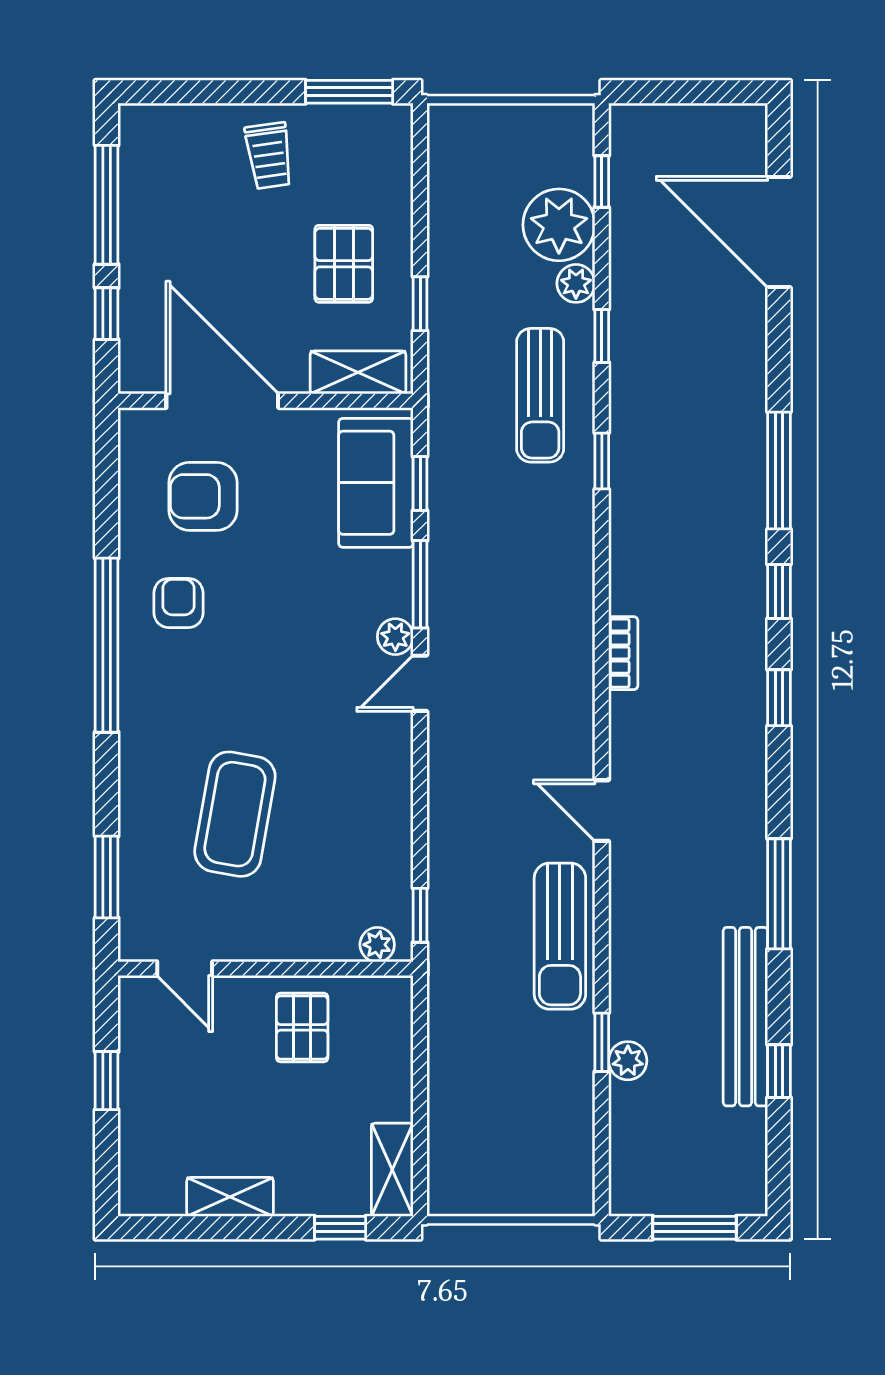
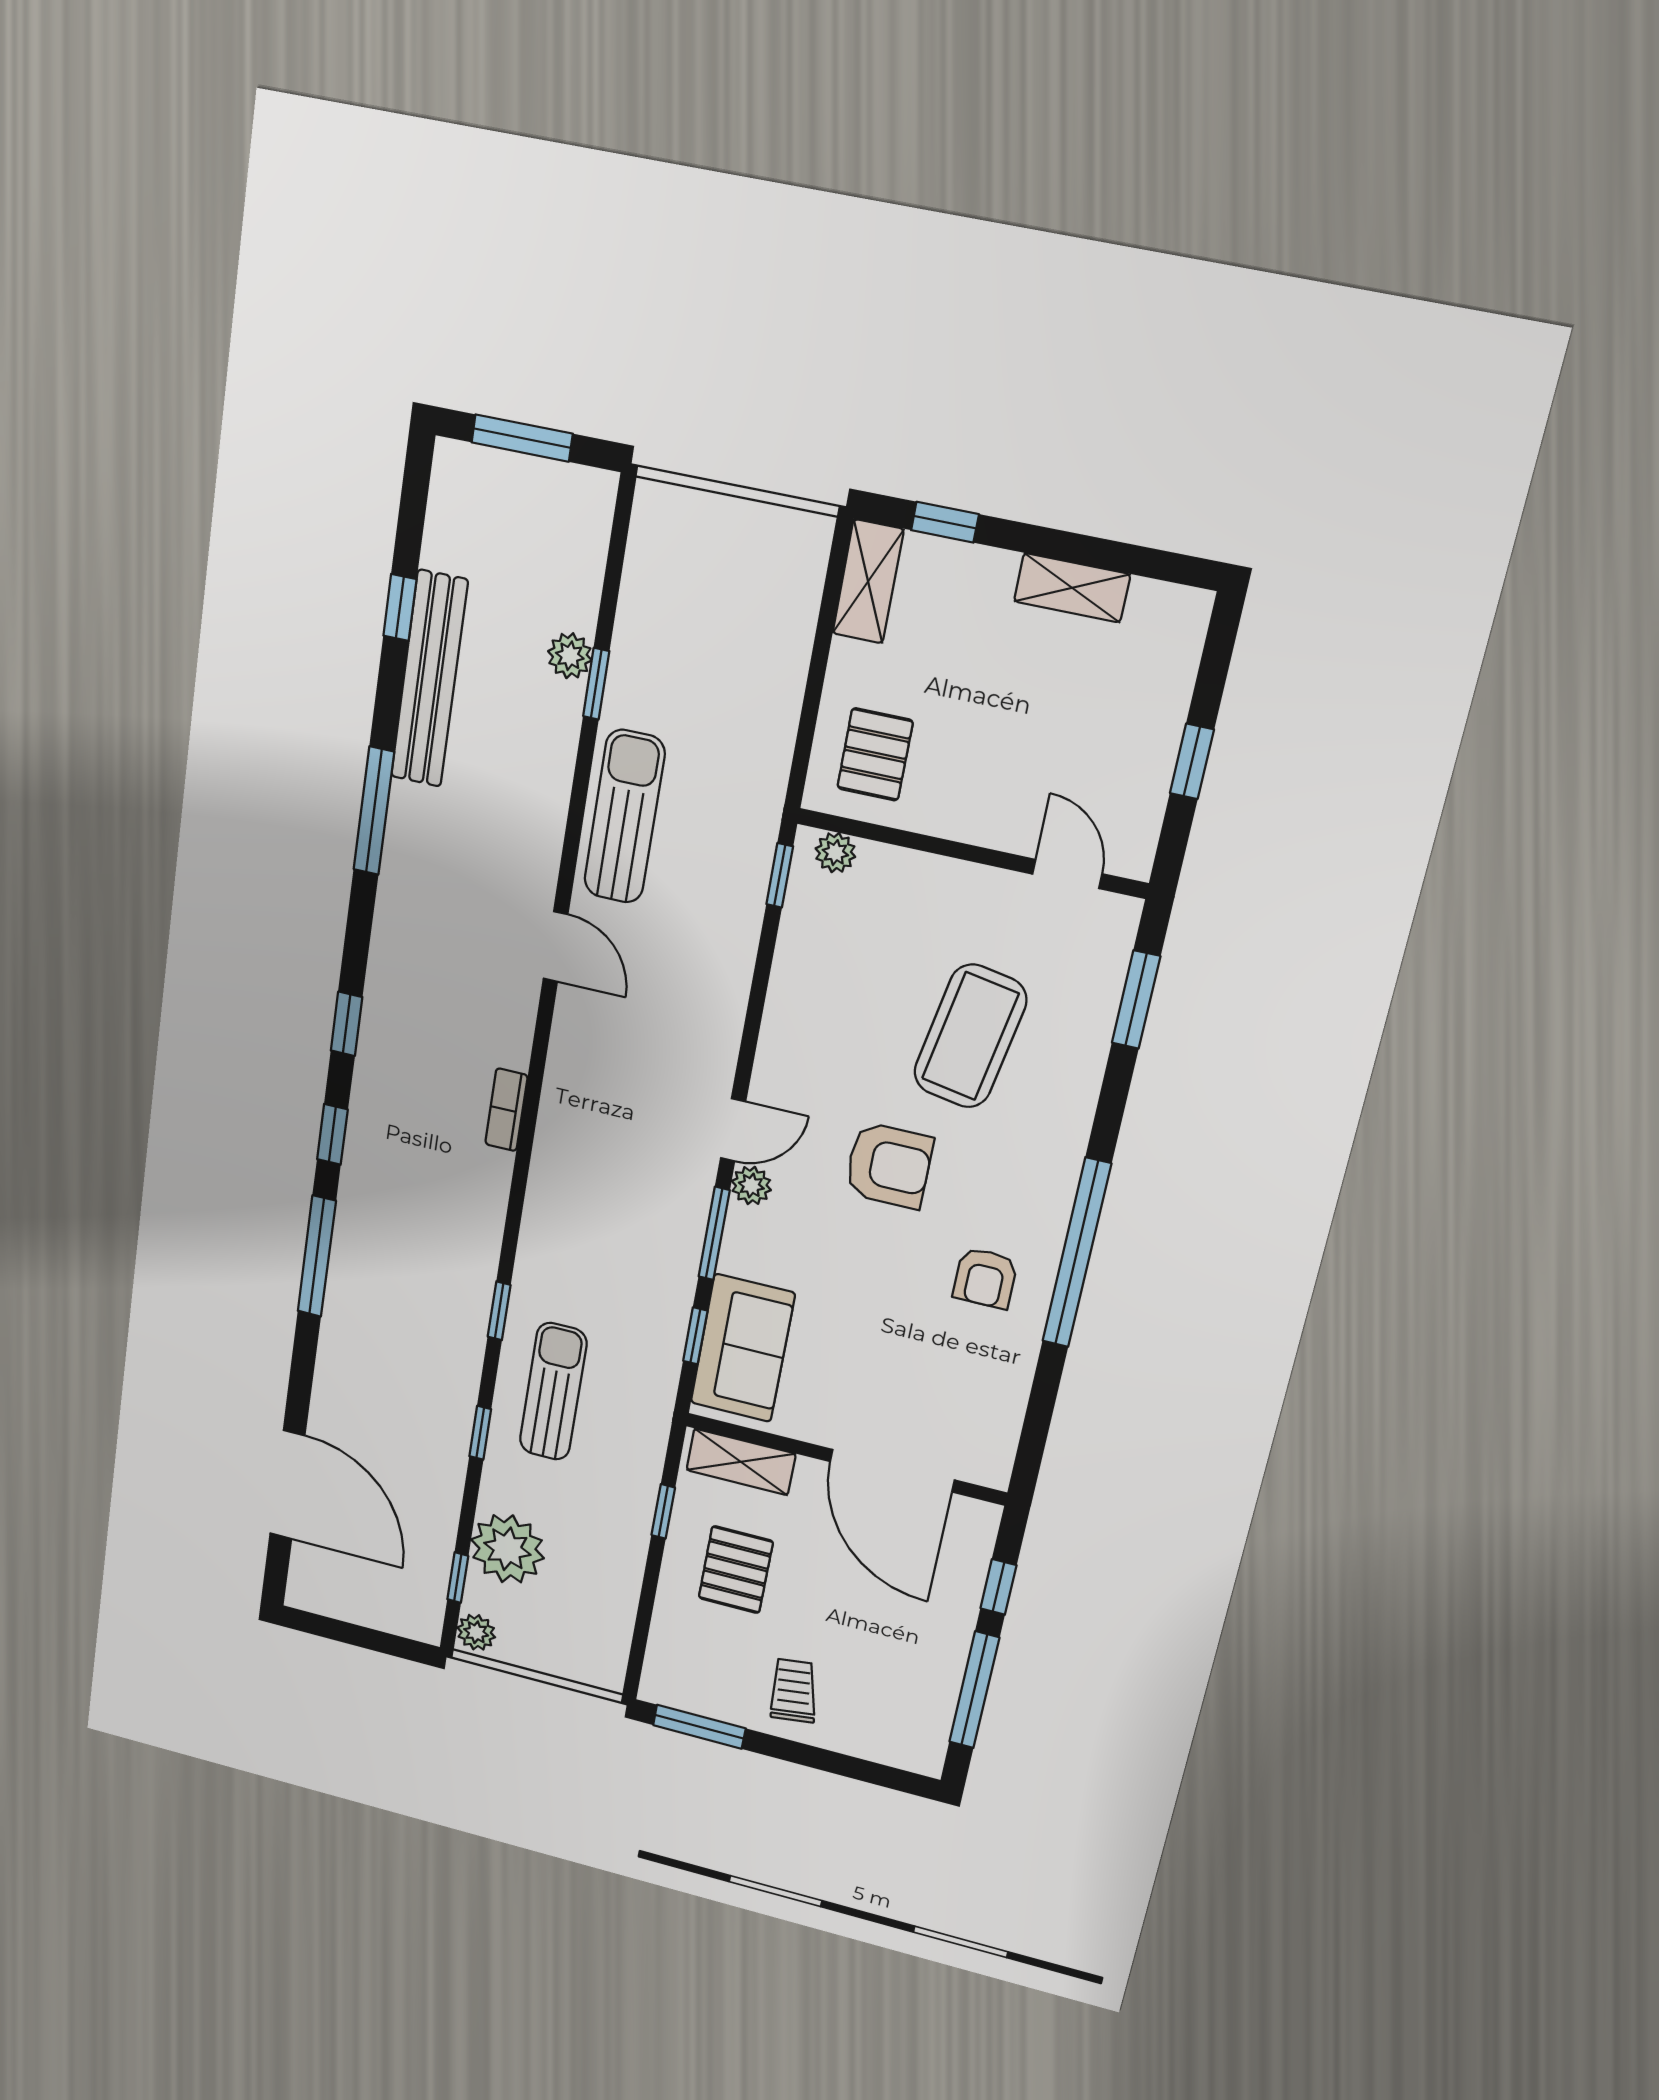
plant: (576, 283) -> (476, 1632), moved
armchair: (203, 496) -> (889, 1165), moved
pallet: (302, 1027) -> (875, 754), moved

